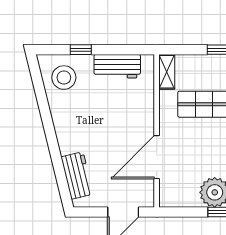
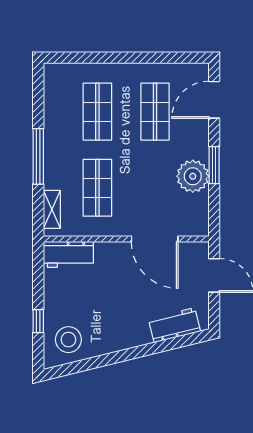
workbench: (117, 66) -> (68, 254), moved, turned 90
shelving: (167, 72) -> (52, 209), moved, turned 90

